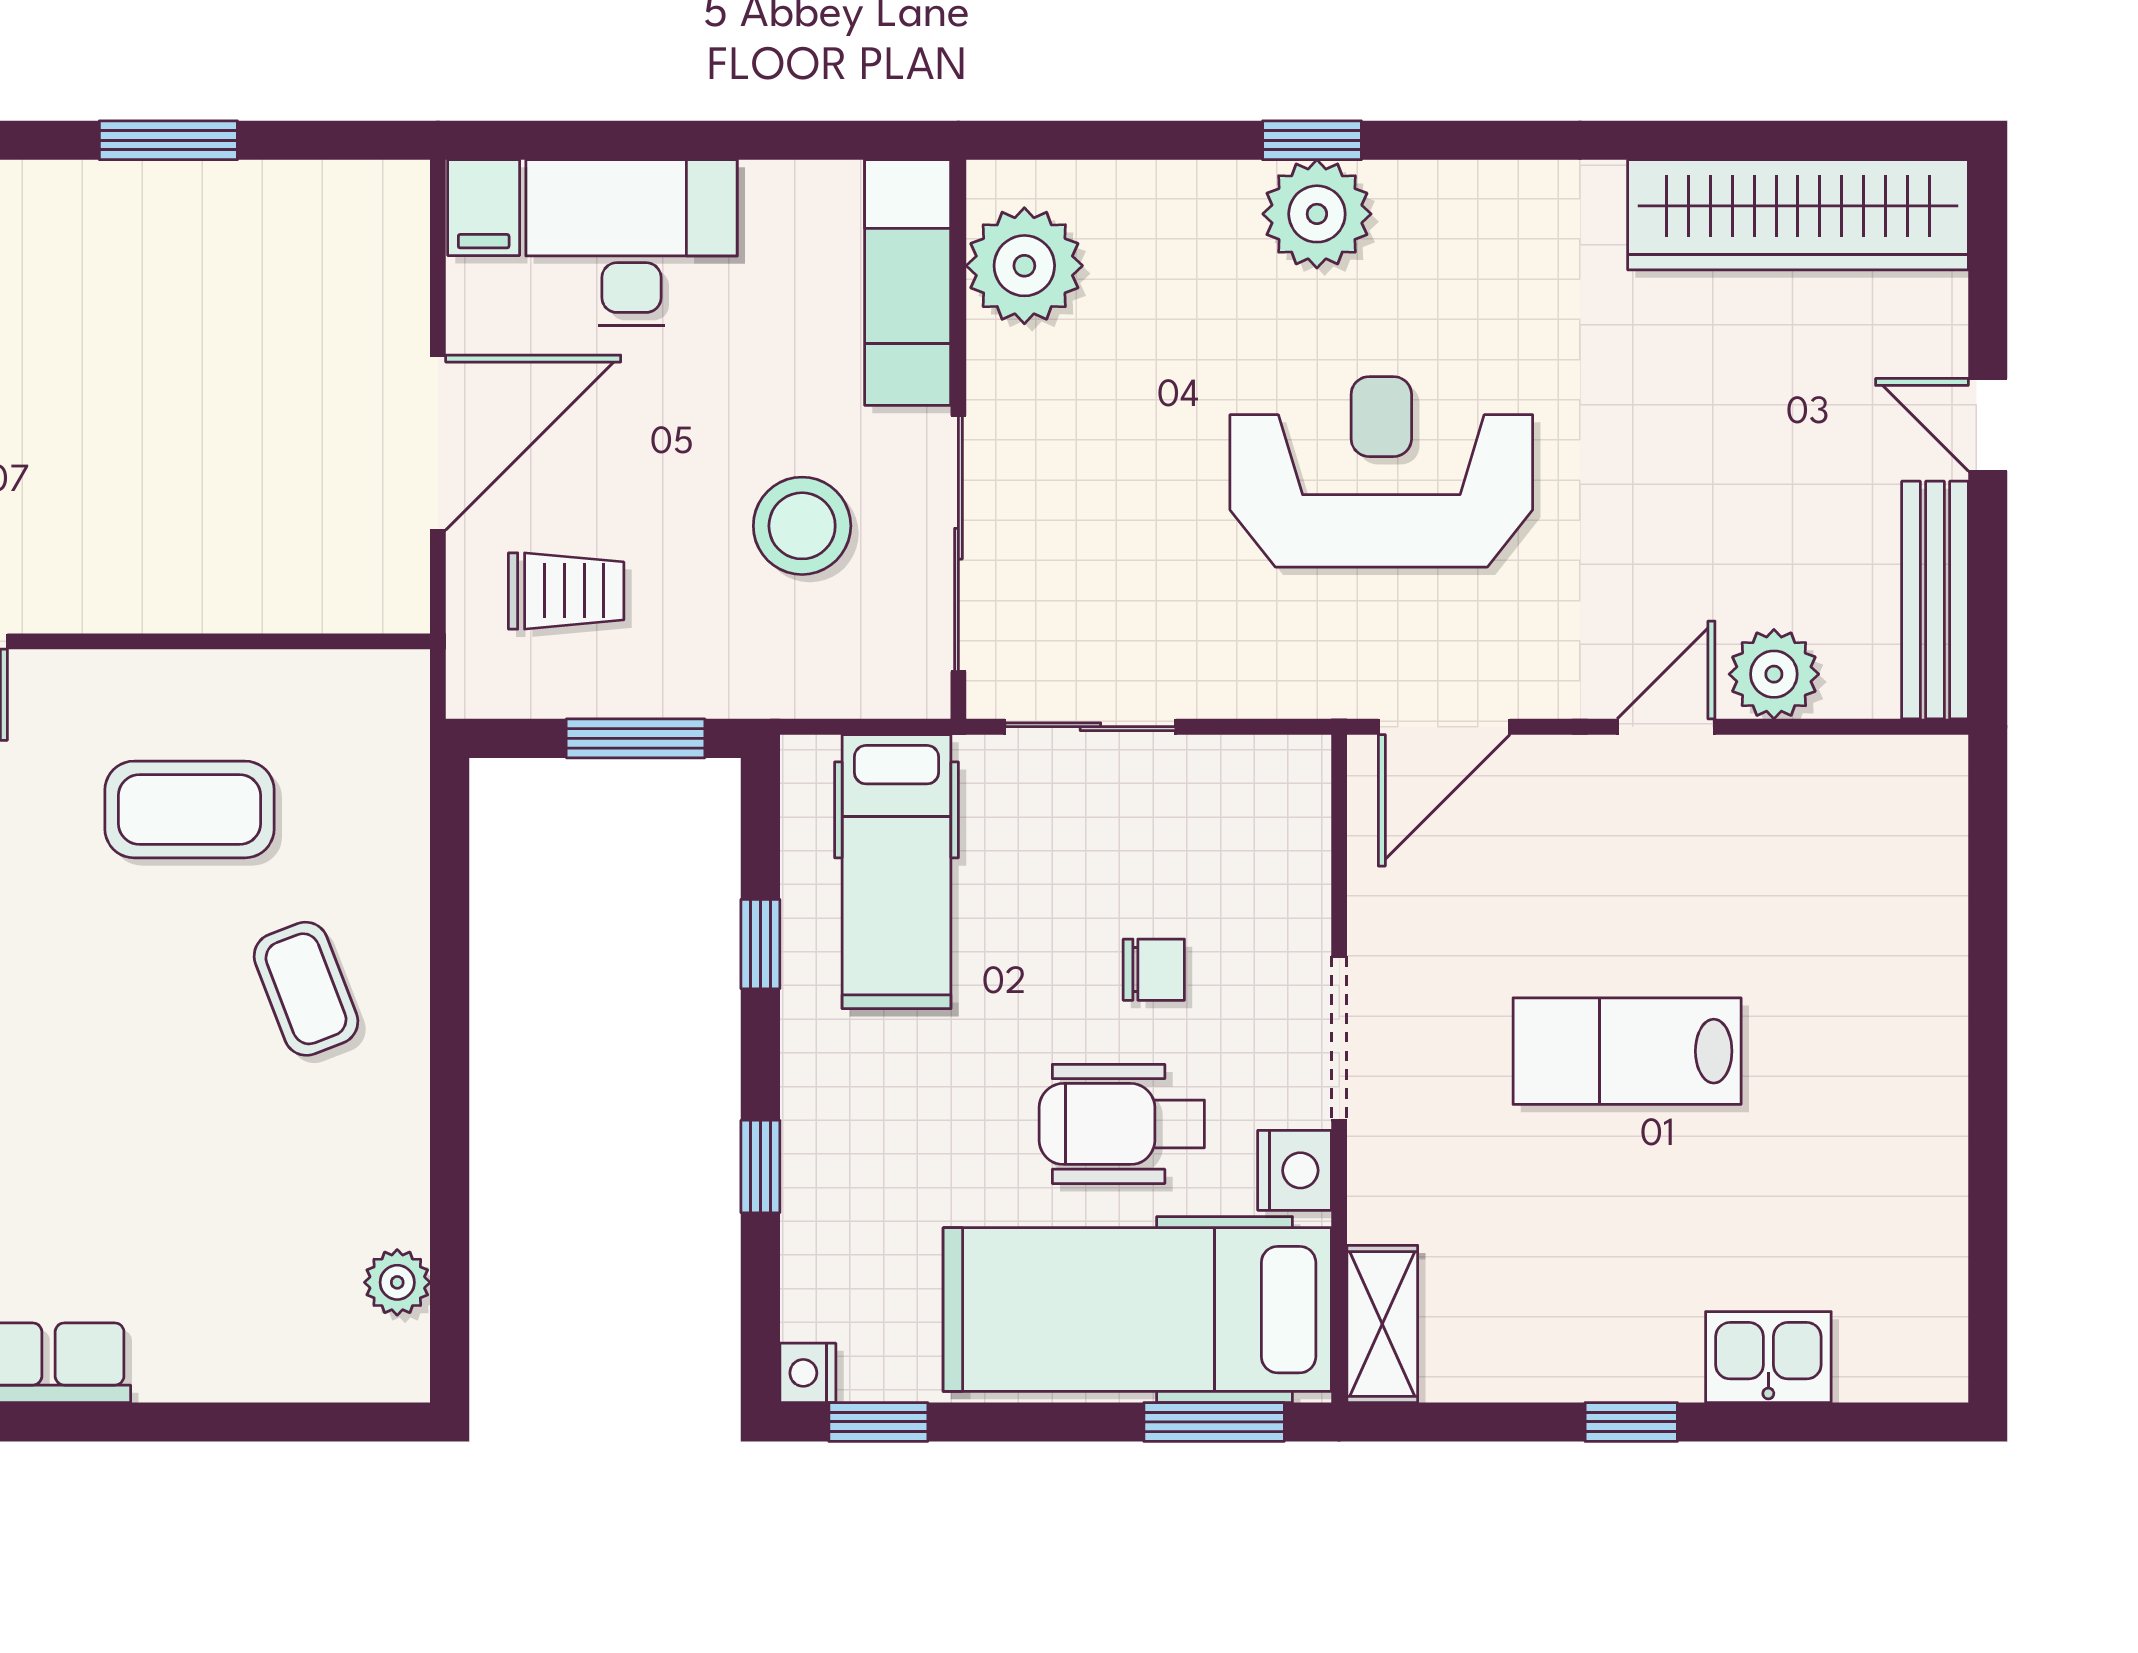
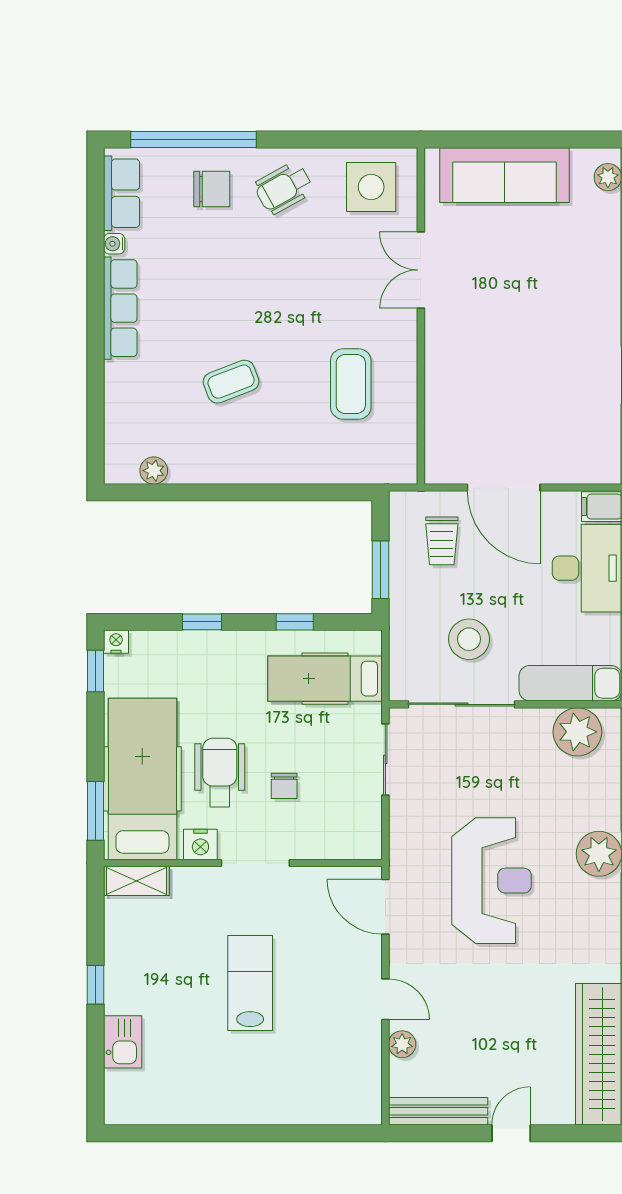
plant: (1774, 674) -> (402, 1044), width x0.73, depth x0.73
coffee table: (306, 989) -> (231, 382), moved

